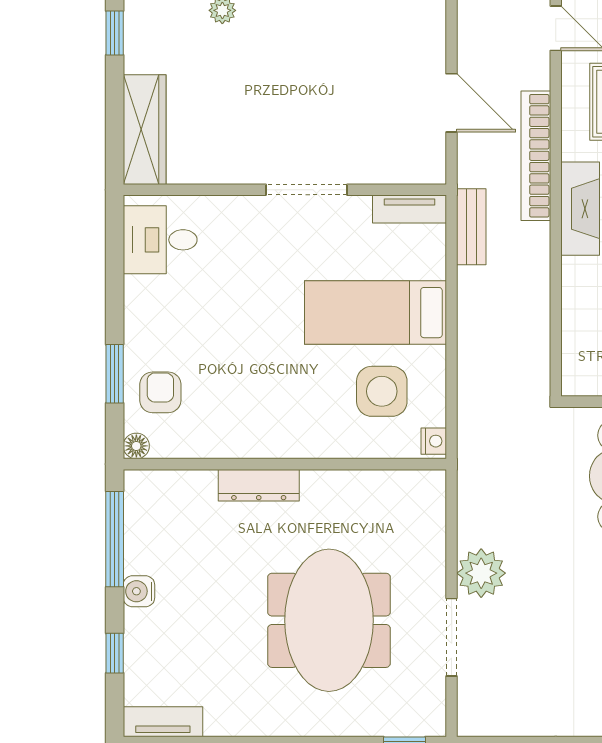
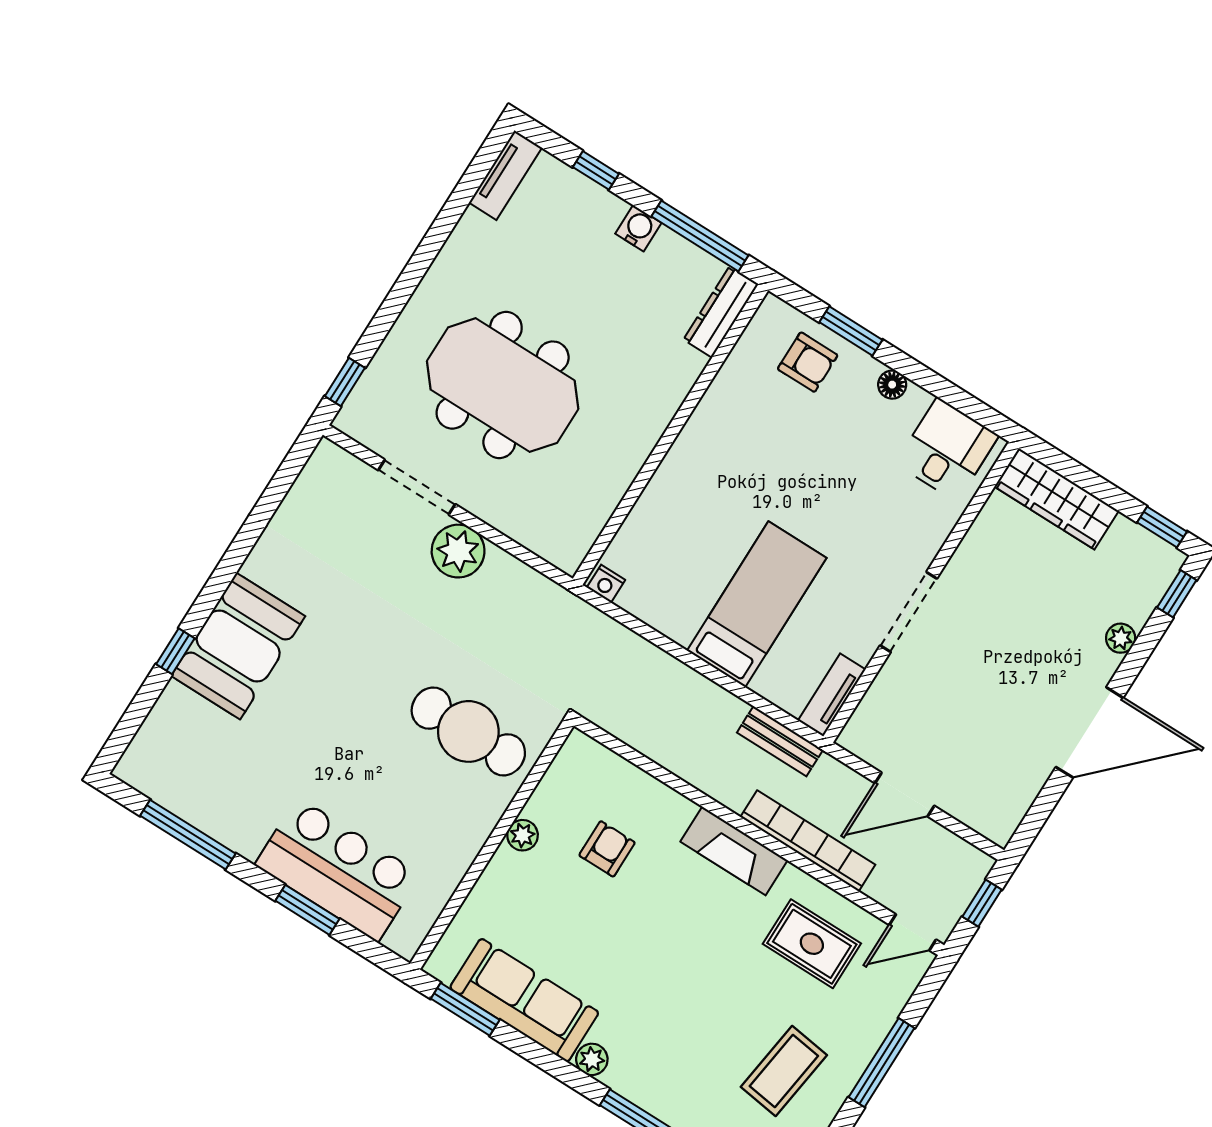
side table: (382, 391) -> (681, 565), removed
floor lamp: (136, 446) -> (892, 385), moved
dresser: (259, 485) -> (721, 312), moved

